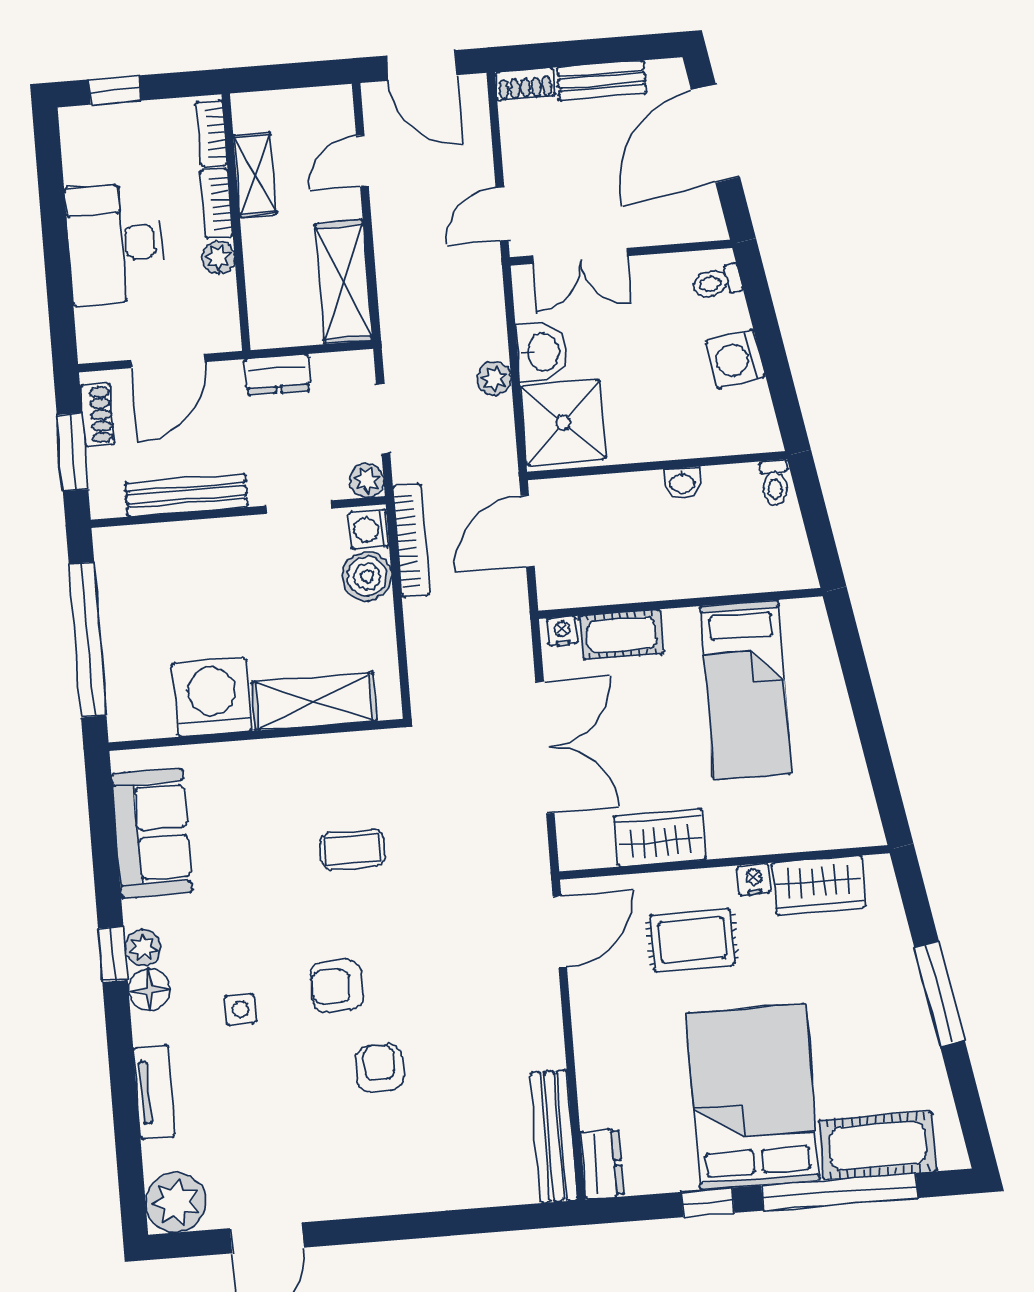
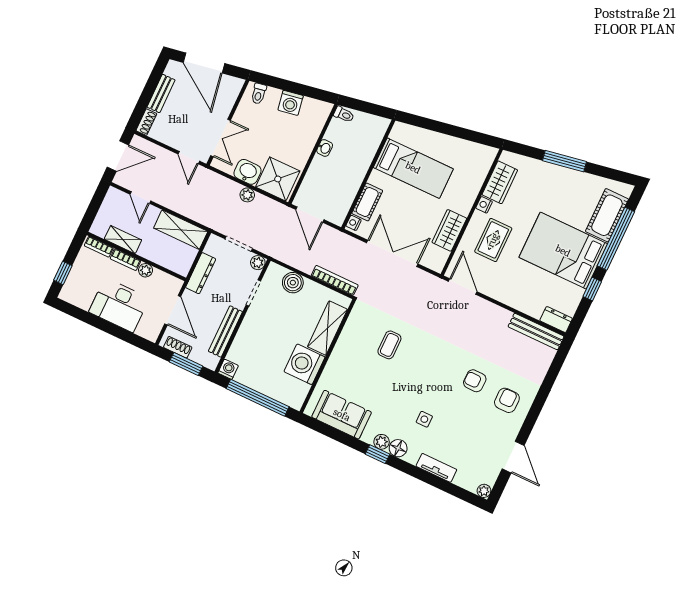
dresser: (277, 375) -> (201, 273), width x1.44
washing machine: (369, 529) -> (228, 369), moved, turned 180
bookcase: (411, 540) -> (335, 280), moved
armchair: (337, 986) -> (507, 400), moved, turned 180
plant: (176, 1202) -> (484, 491), width x0.53, depth x0.53

